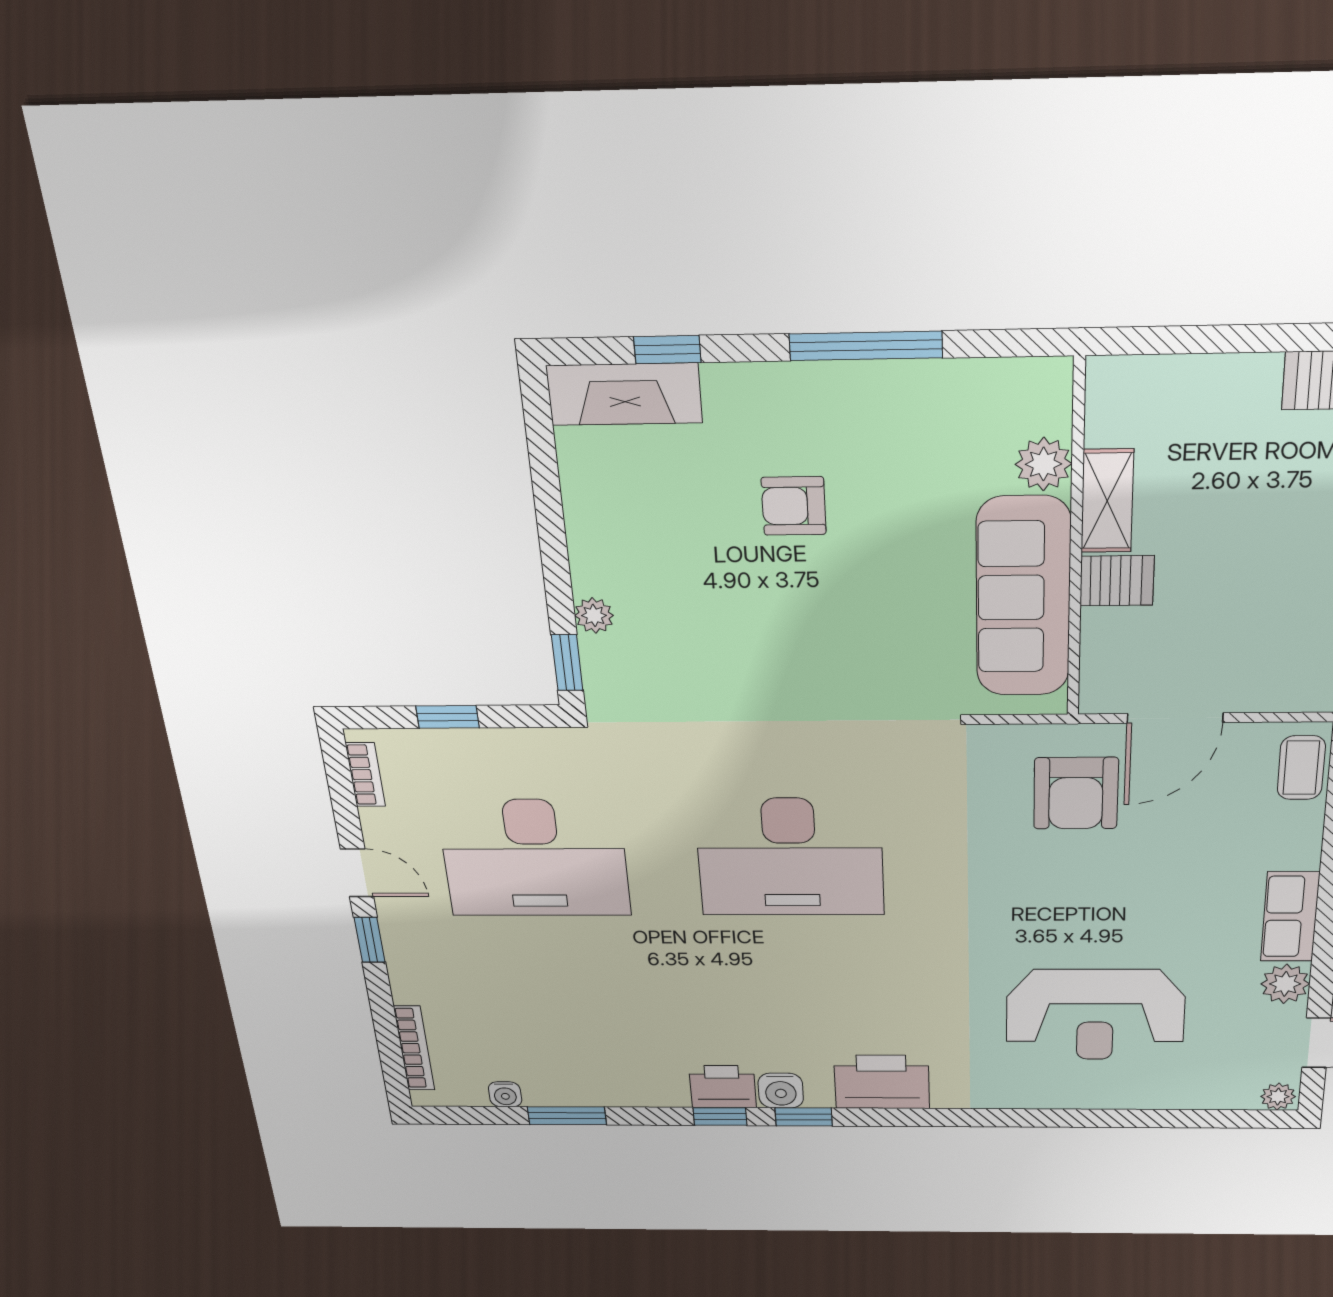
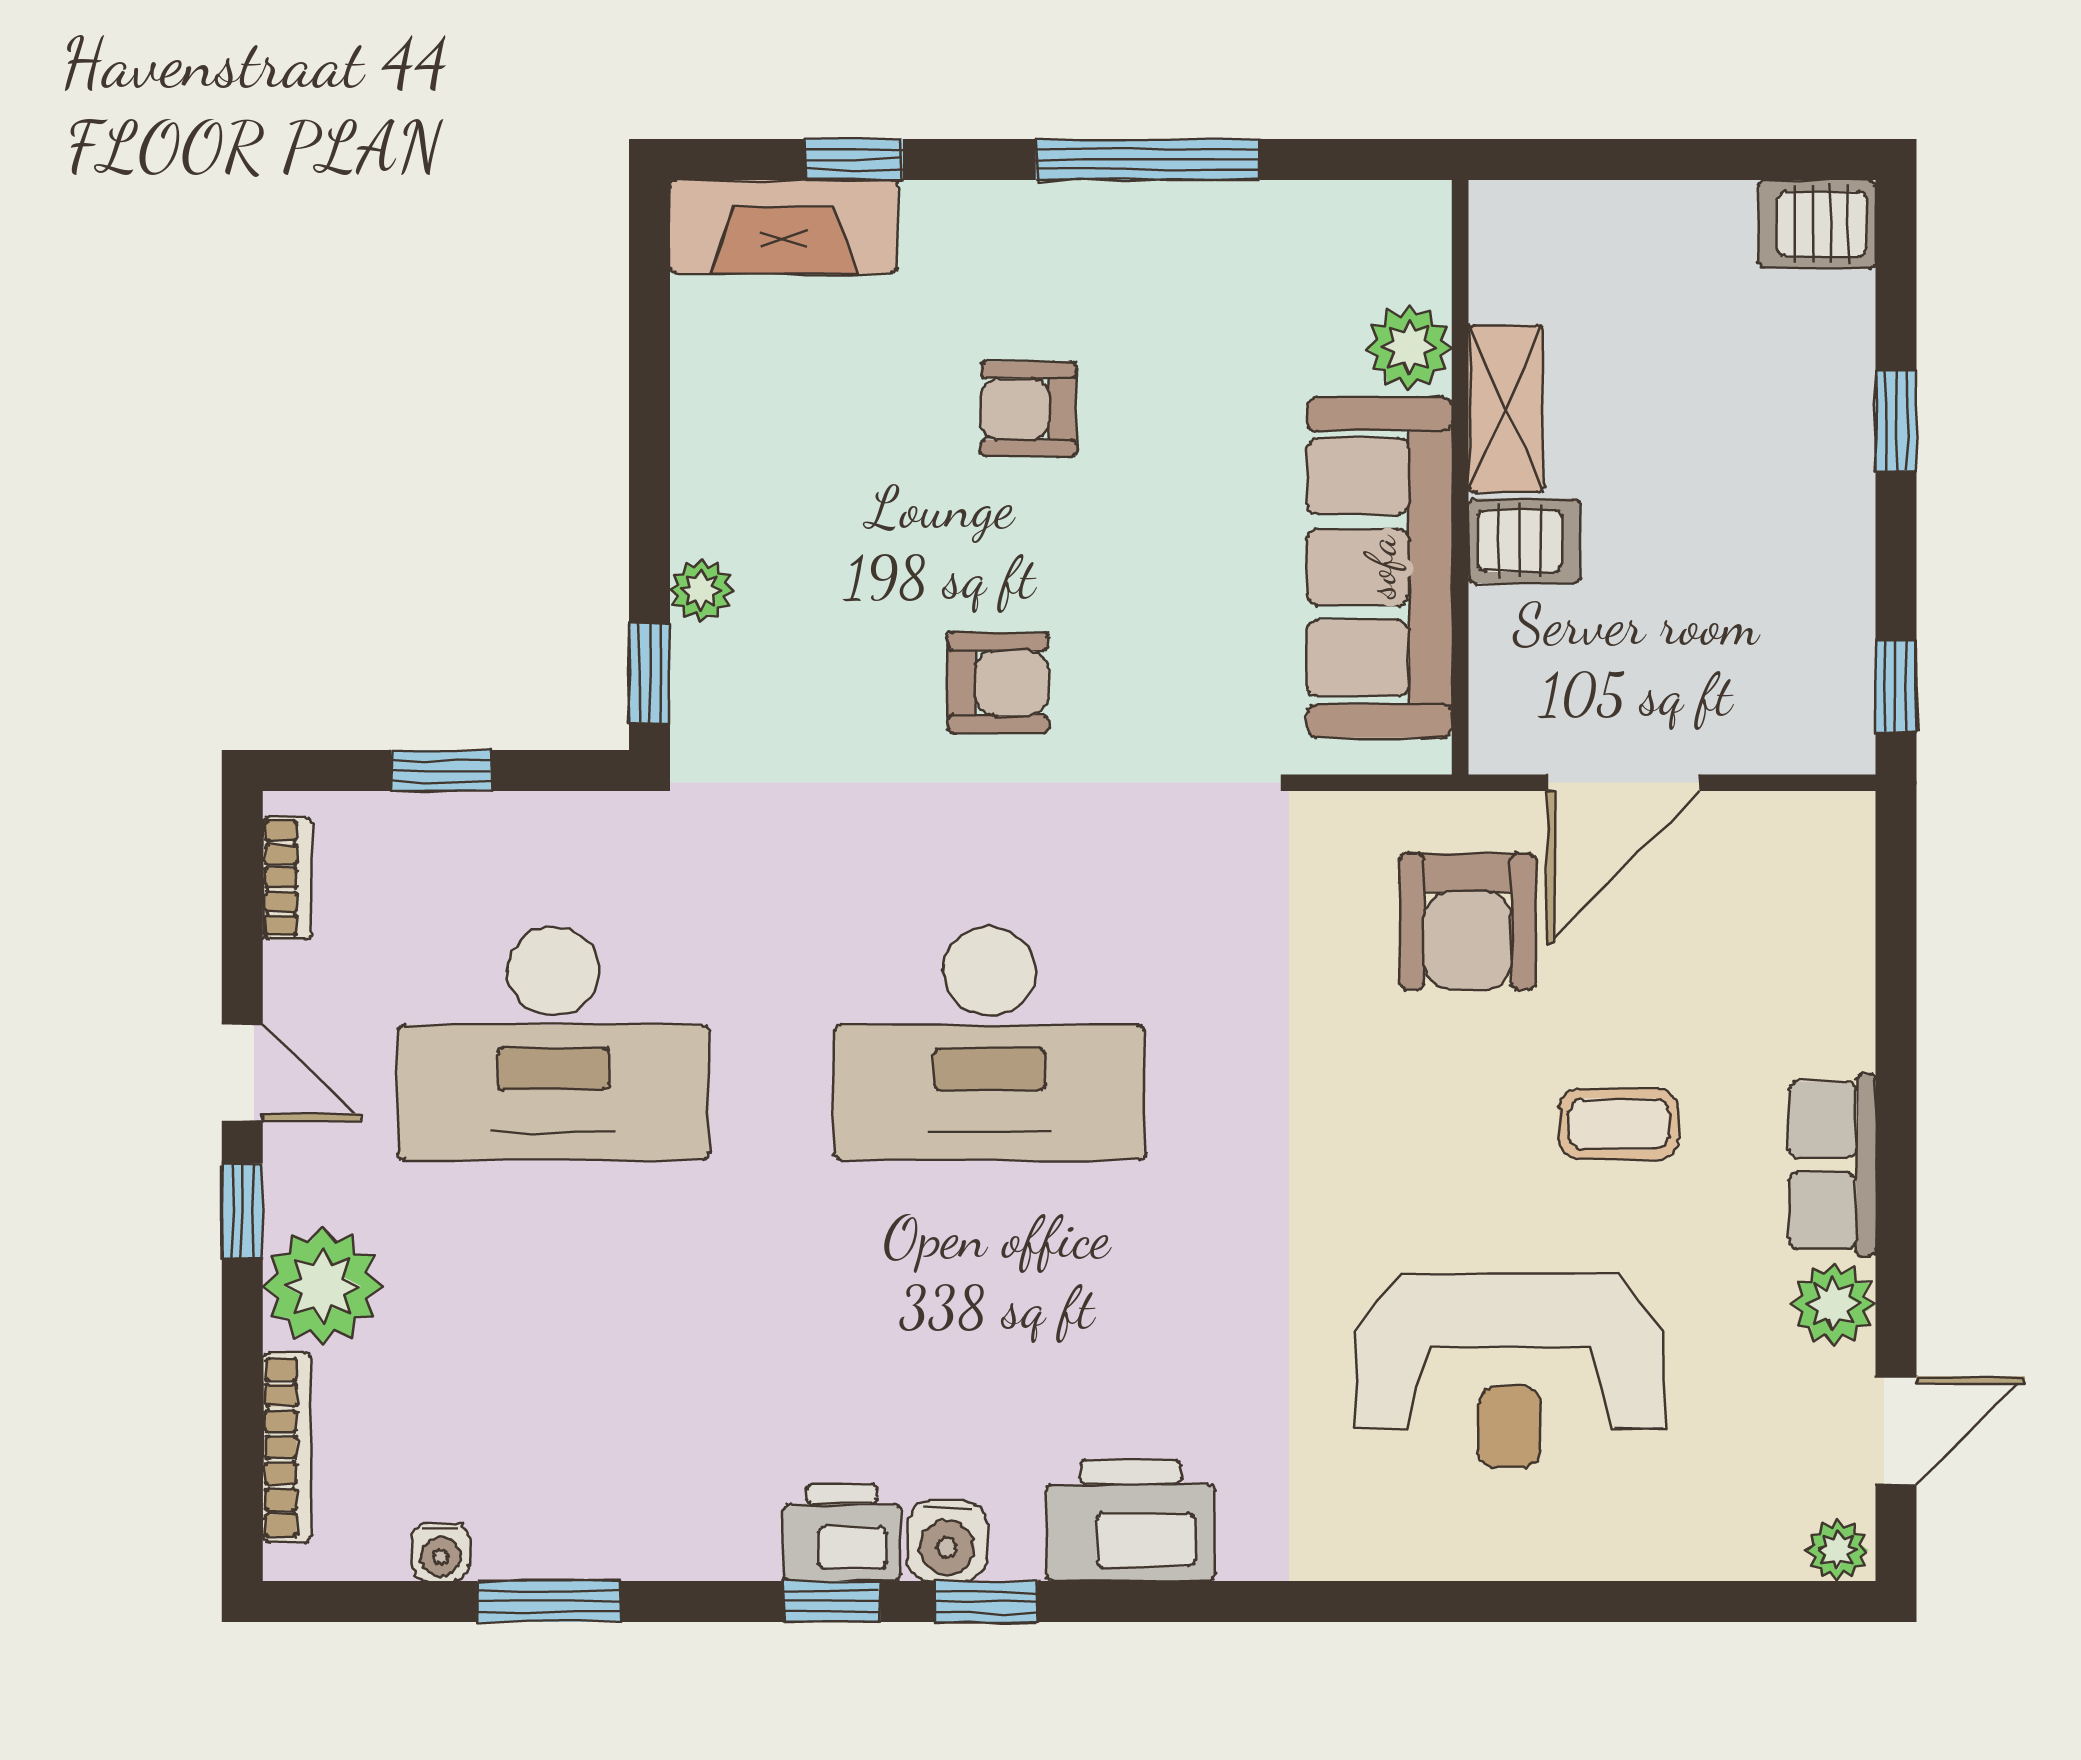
armchair: (783, 666) -> (998, 683), added
coffee table: (1301, 768) -> (1619, 1124), moved, turned 90
plant: (421, 975) -> (322, 1286), added

